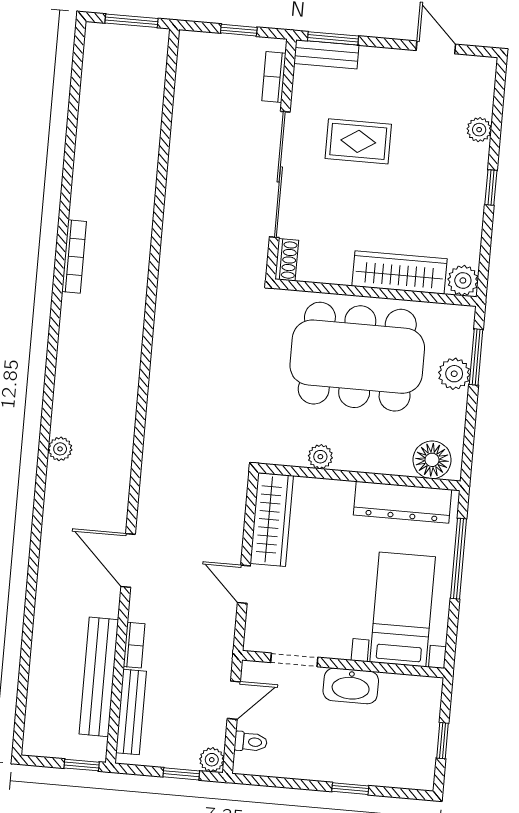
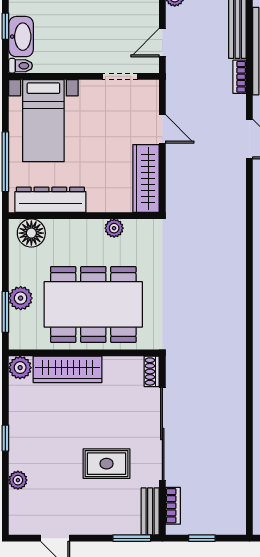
bench: (326, 54) -> (150, 511), moved, turned 90
washbasin: (351, 686) -> (21, 37), moved, turned 90
toilet: (251, 742) -> (21, 66), moved, turned 180

